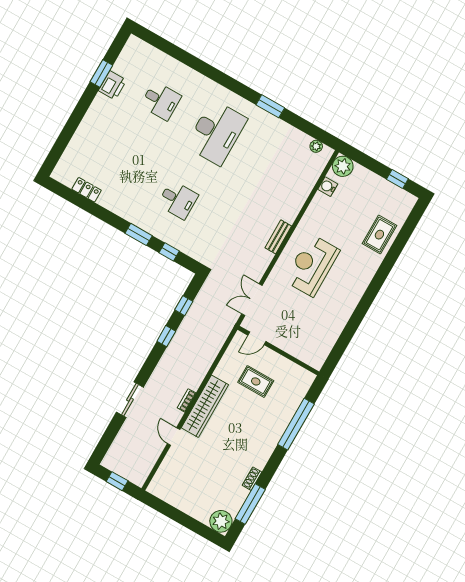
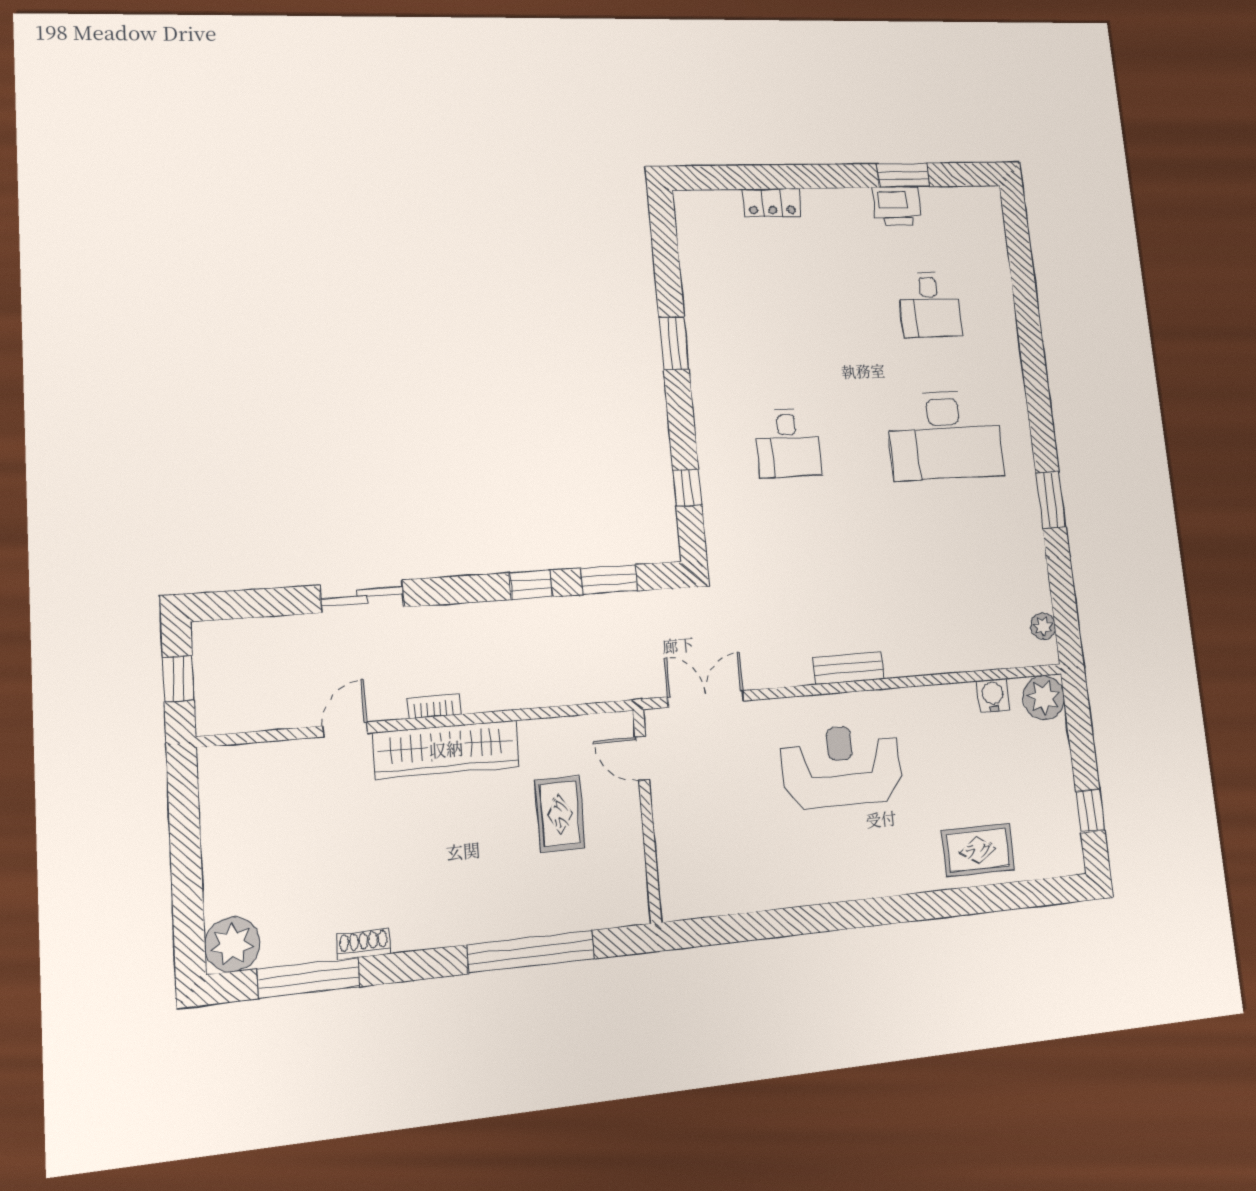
locker: (87, 190) -> (772, 203), moved, turned 90
window: (139, 234) -> (674, 343), moved
window: (184, 306) -> (609, 580), width x1.50

